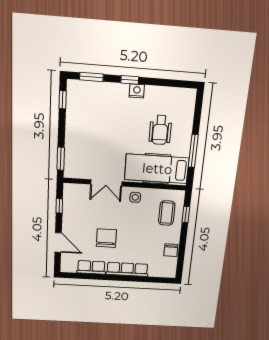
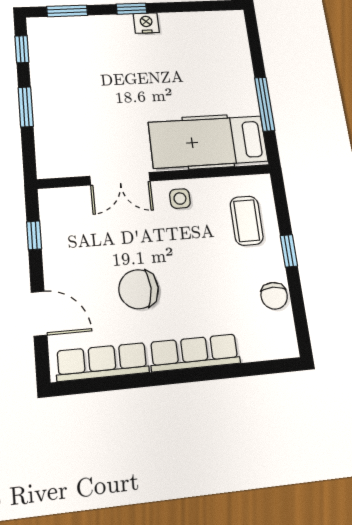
wheelchair: (160, 130) -> (199, 77), removed
window: (61, 159) -> (26, 107), moved
window: (186, 215) -> (289, 251), moved
chair: (106, 238) -> (139, 289), turned -90
row of seats: (91, 267) -> (102, 362), width x1.48

